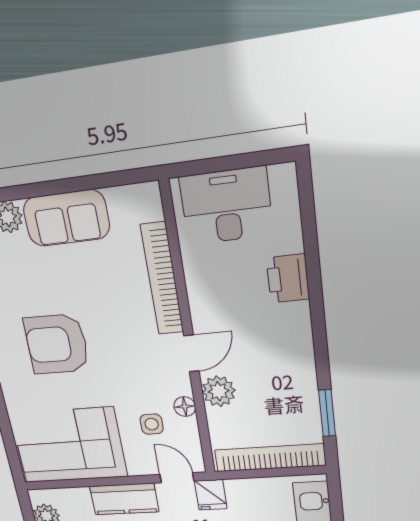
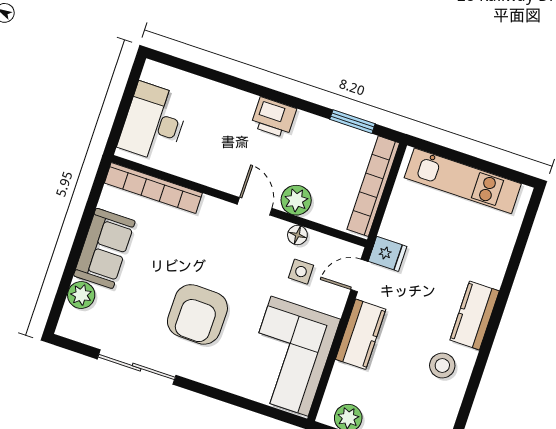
bookcase: (162, 279) -> (153, 188), moved
printer: (288, 279) -> (274, 118), moved

